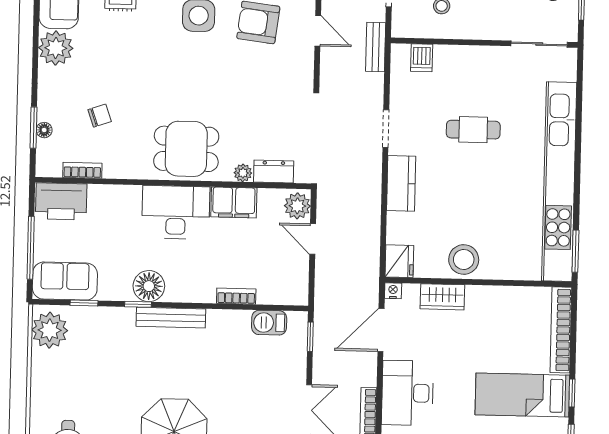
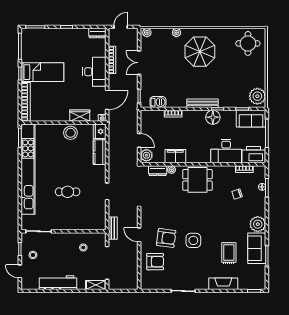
dishwasher: (422, 58) -> (92, 224), removed
kitchen counter: (401, 183) -> (100, 152), moved
desk: (176, 212) -> (226, 151), moved

